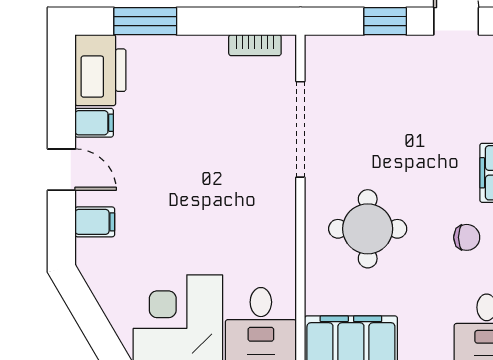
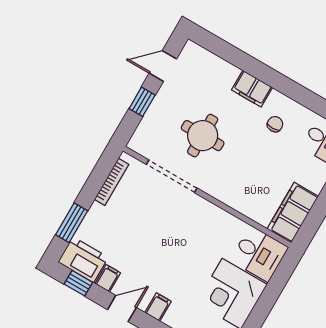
bookcase: (255, 45) -> (112, 182), width x1.56
window: (61, 83) -> (78, 283), added
round table: (368, 229) -> (203, 136), moved

